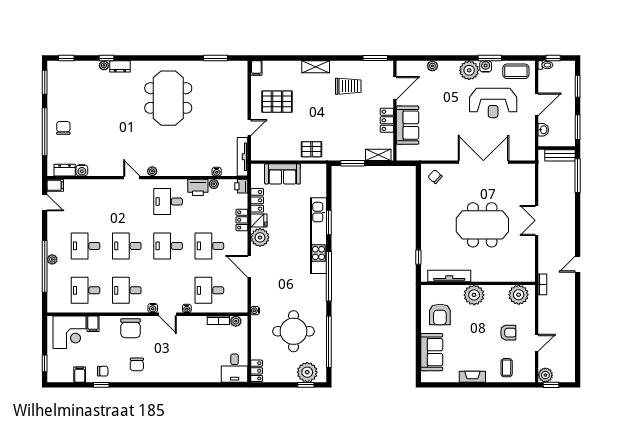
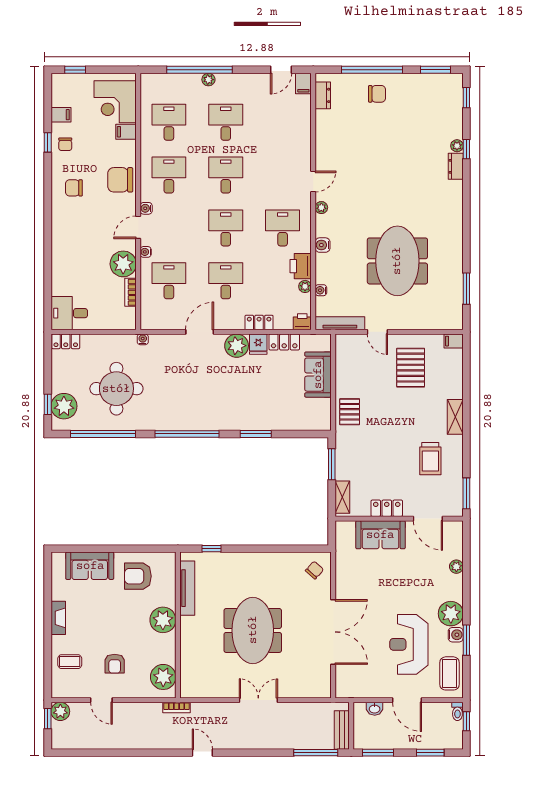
meeting table: (168, 98) -> (397, 261), moved, turned 90
water cooler: (82, 170) -> (323, 245), moved
kitchen unit: (318, 236) -> (239, 421), removed
plant: (236, 321) -> (123, 264), moved, width x1.88, depth x1.88

